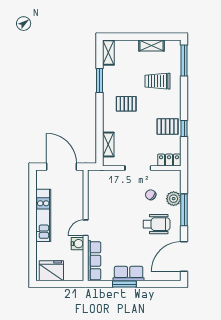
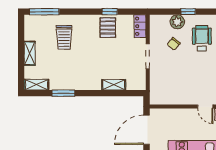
shelving: (152, 45) -> (30, 53), moved
pallet: (126, 104) -> (86, 67), removed
shelving: (108, 144) -> (114, 85), moved
window: (184, 210) -> (188, 12), width x0.46

